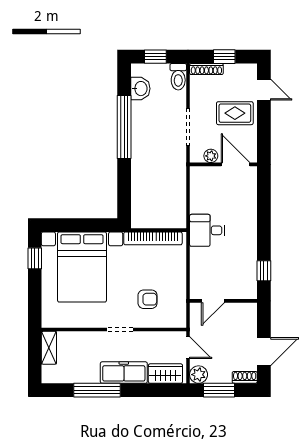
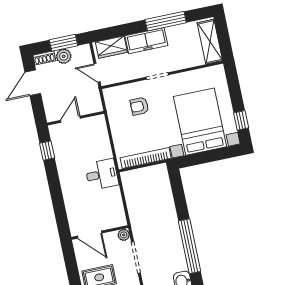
plant: (211, 156) -> (124, 235), moved
door: (213, 301) -> (70, 119), moved
shelving: (49, 348) -> (210, 42), width x1.50, depth x1.33
plant: (199, 375) -> (64, 56), moved

